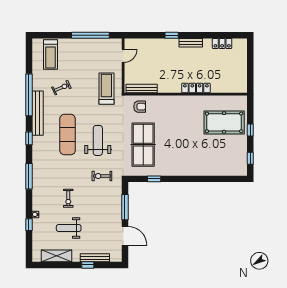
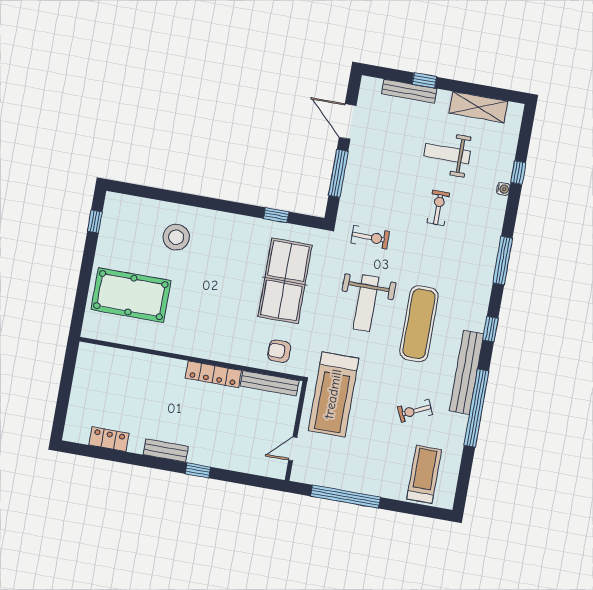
locker: (196, 88) -> (213, 374), moved
treadmill: (106, 89) -> (333, 394), width x1.37, depth x1.38
window: (250, 130) -> (86, 273), removed
stool: (205, 158) -> (176, 237), added
weight bench: (69, 228) -> (447, 154), turned 180

